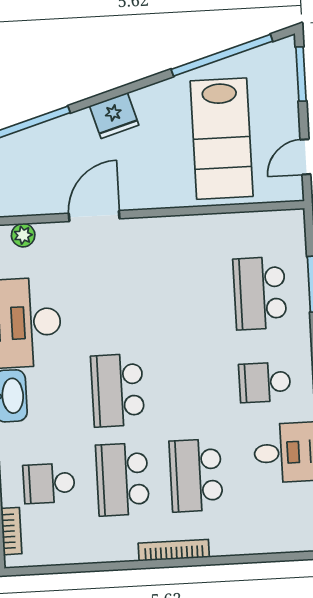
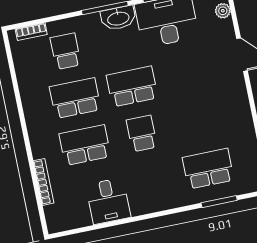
school desk: (265, 382) -> (142, 133), moved
bookcase: (174, 550) -> (44, 182), moved

